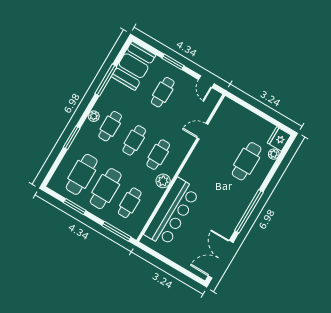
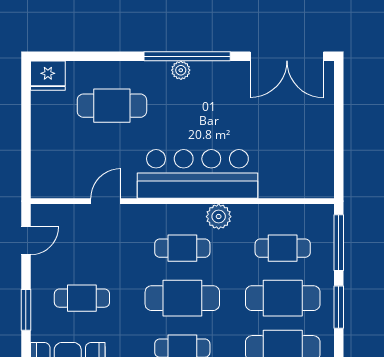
door: (202, 131) -> (106, 201), swing flipped
cafe table: (134, 140) -> (182, 298), width x1.37, depth x1.35
plant: (274, 154) -> (181, 70), moved
window: (75, 207) -> (339, 307), moved
bar counter: (172, 212) -> (197, 174), moved

